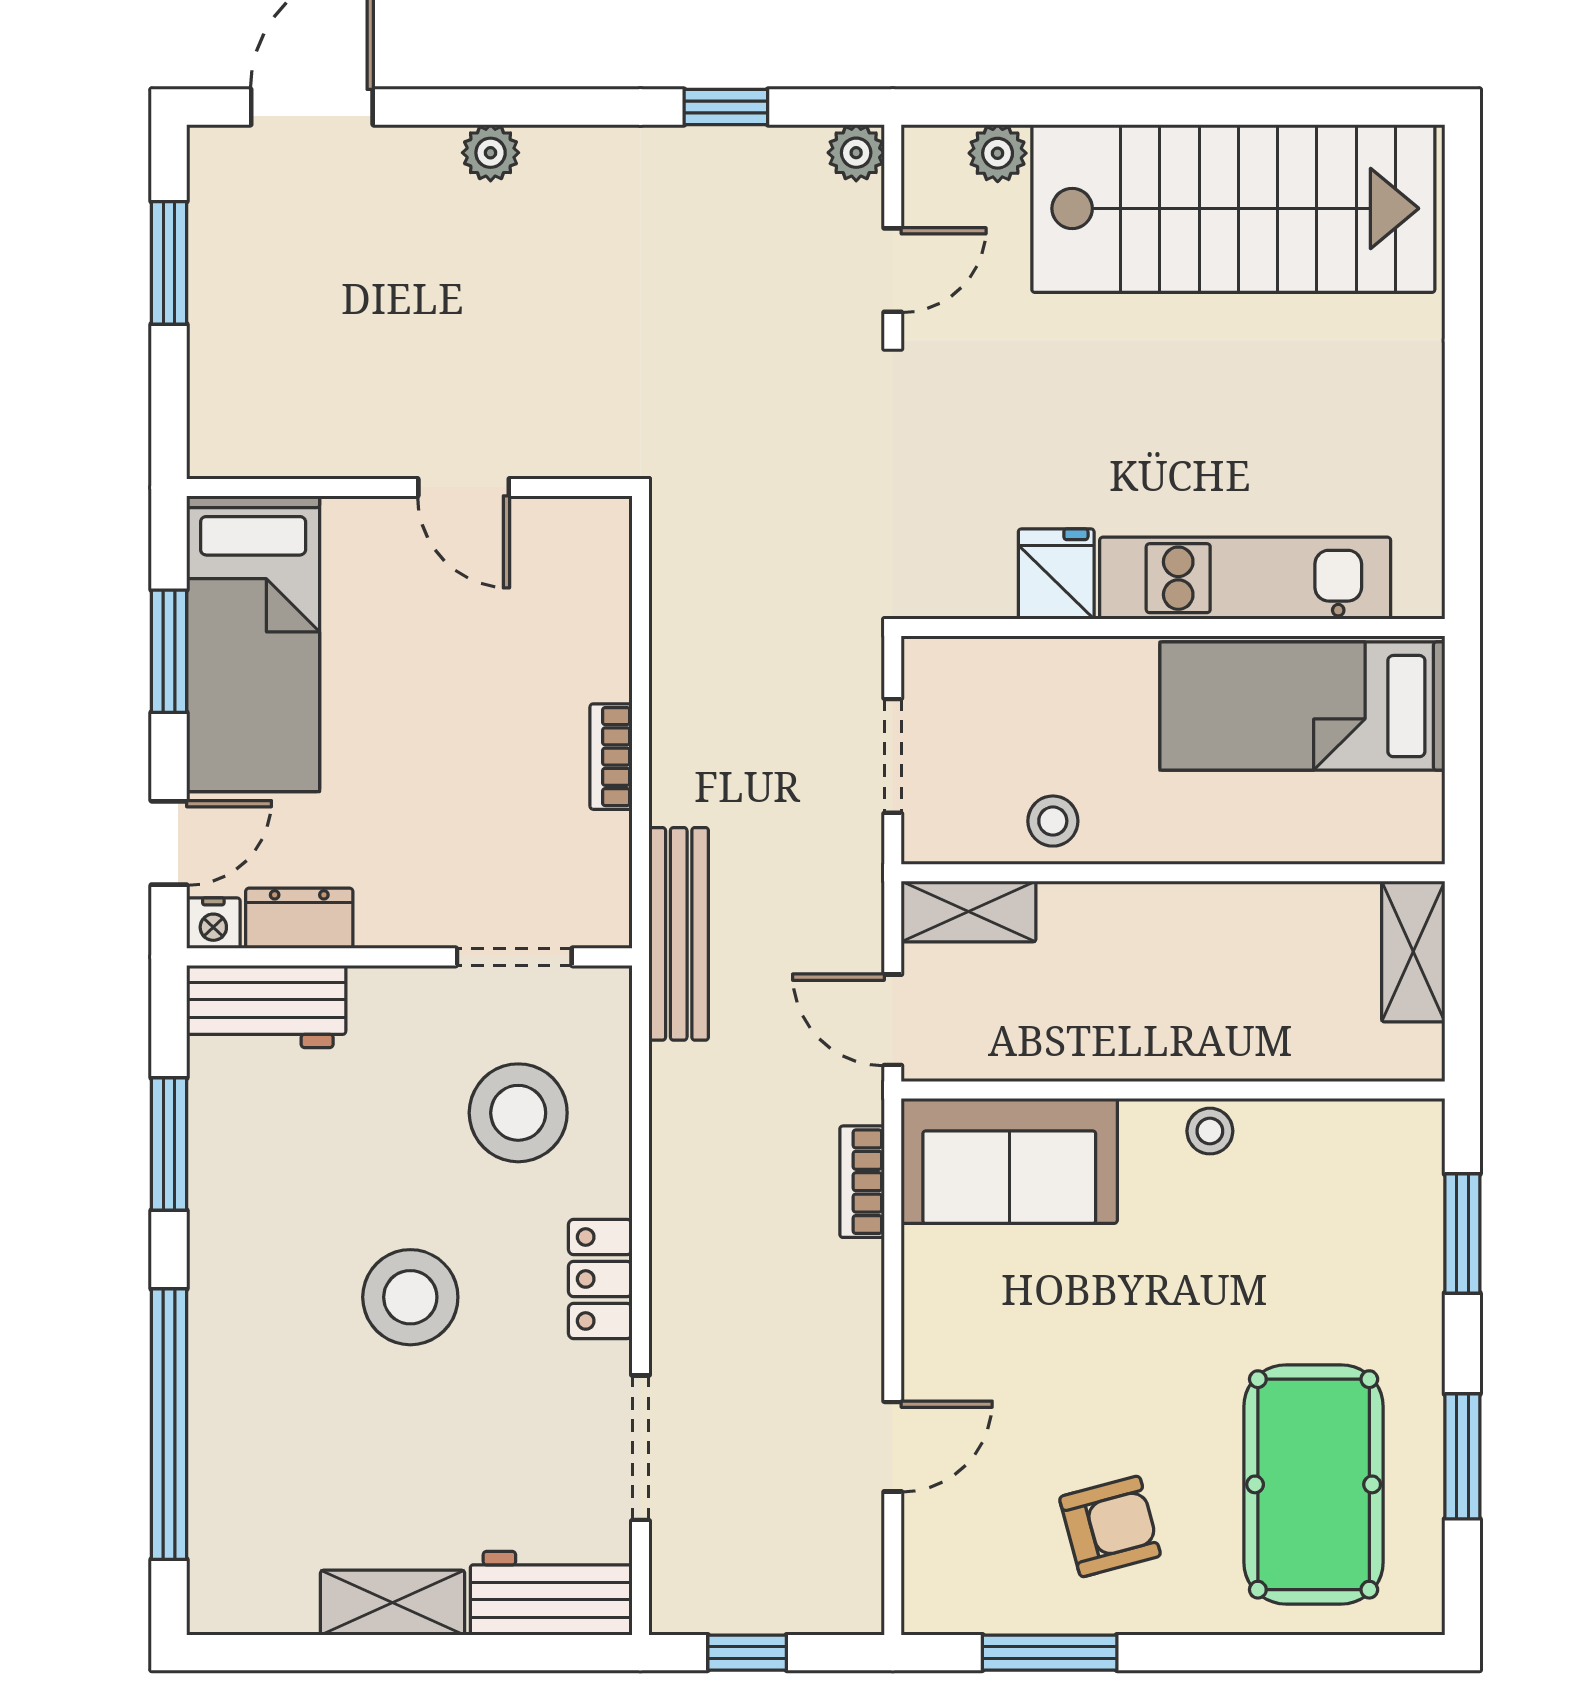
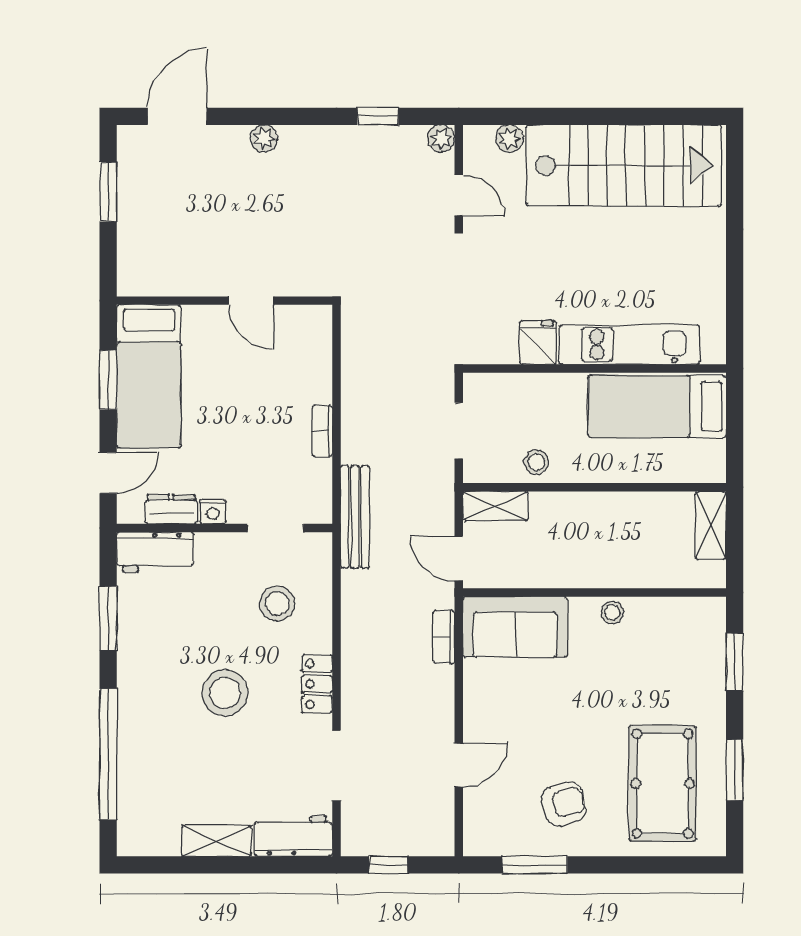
door: (893, 270) -> (459, 195), hinge flipped
nightstand: (213, 923) -> (213, 512), moved
stool: (518, 1113) -> (277, 604), width x0.73, depth x0.73

